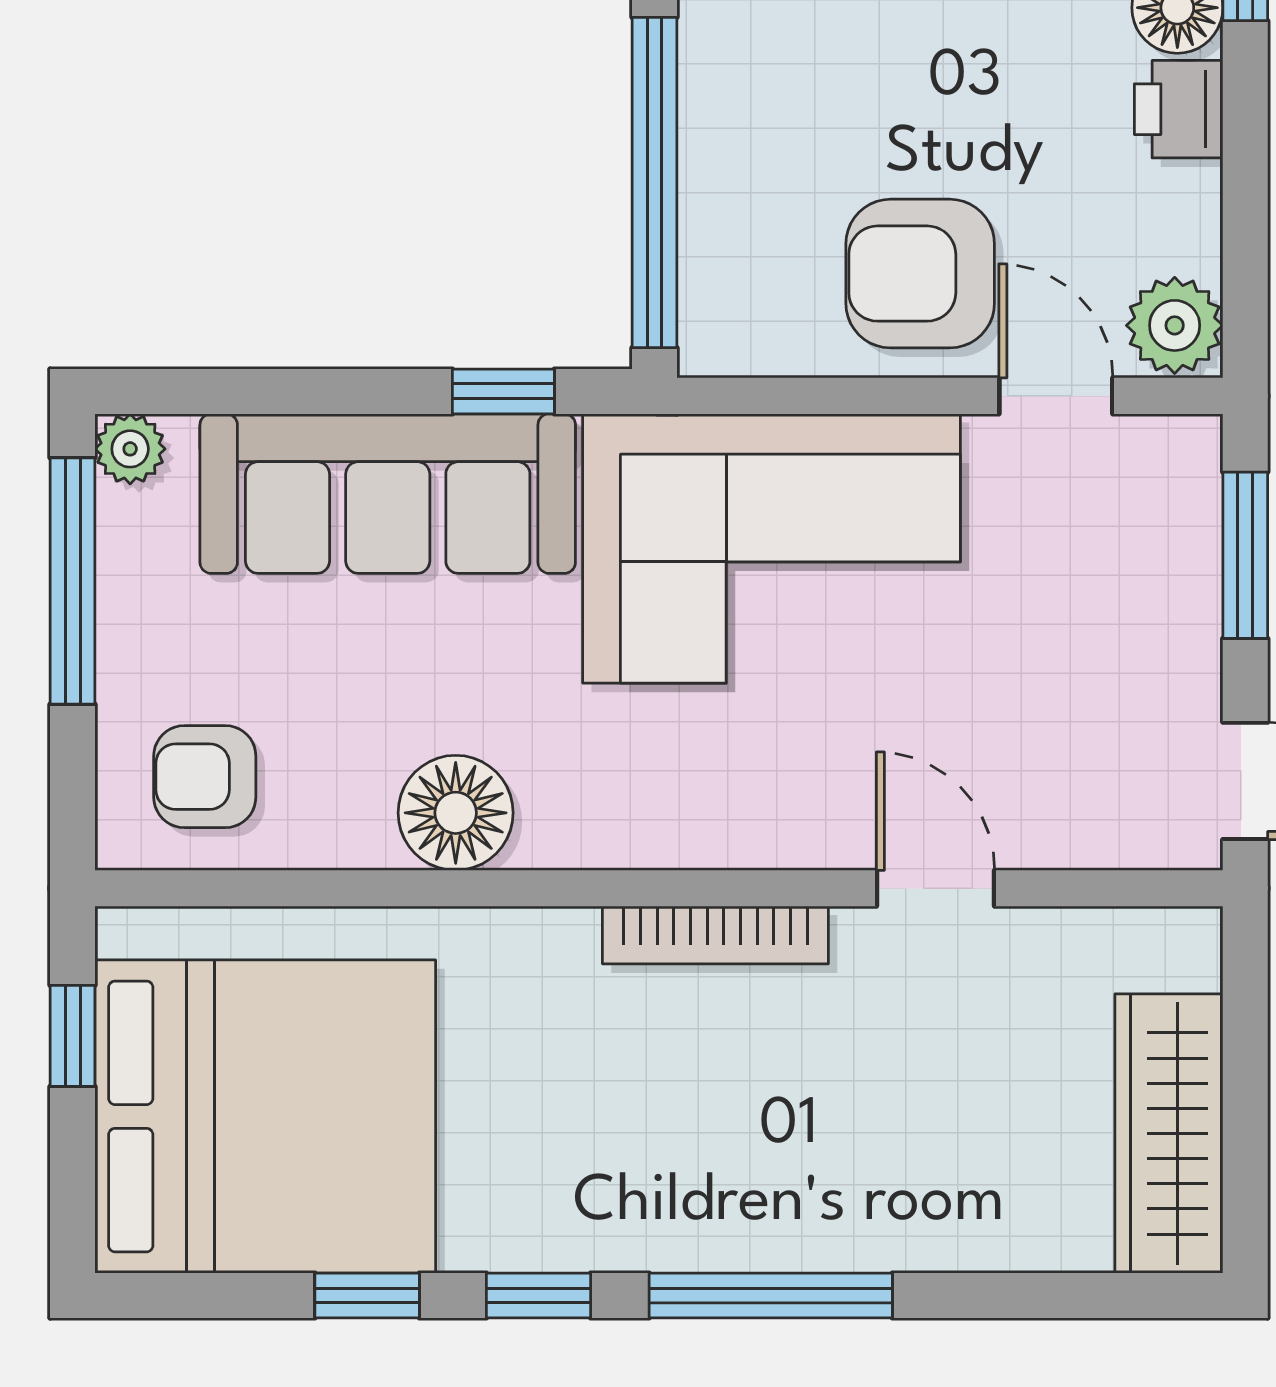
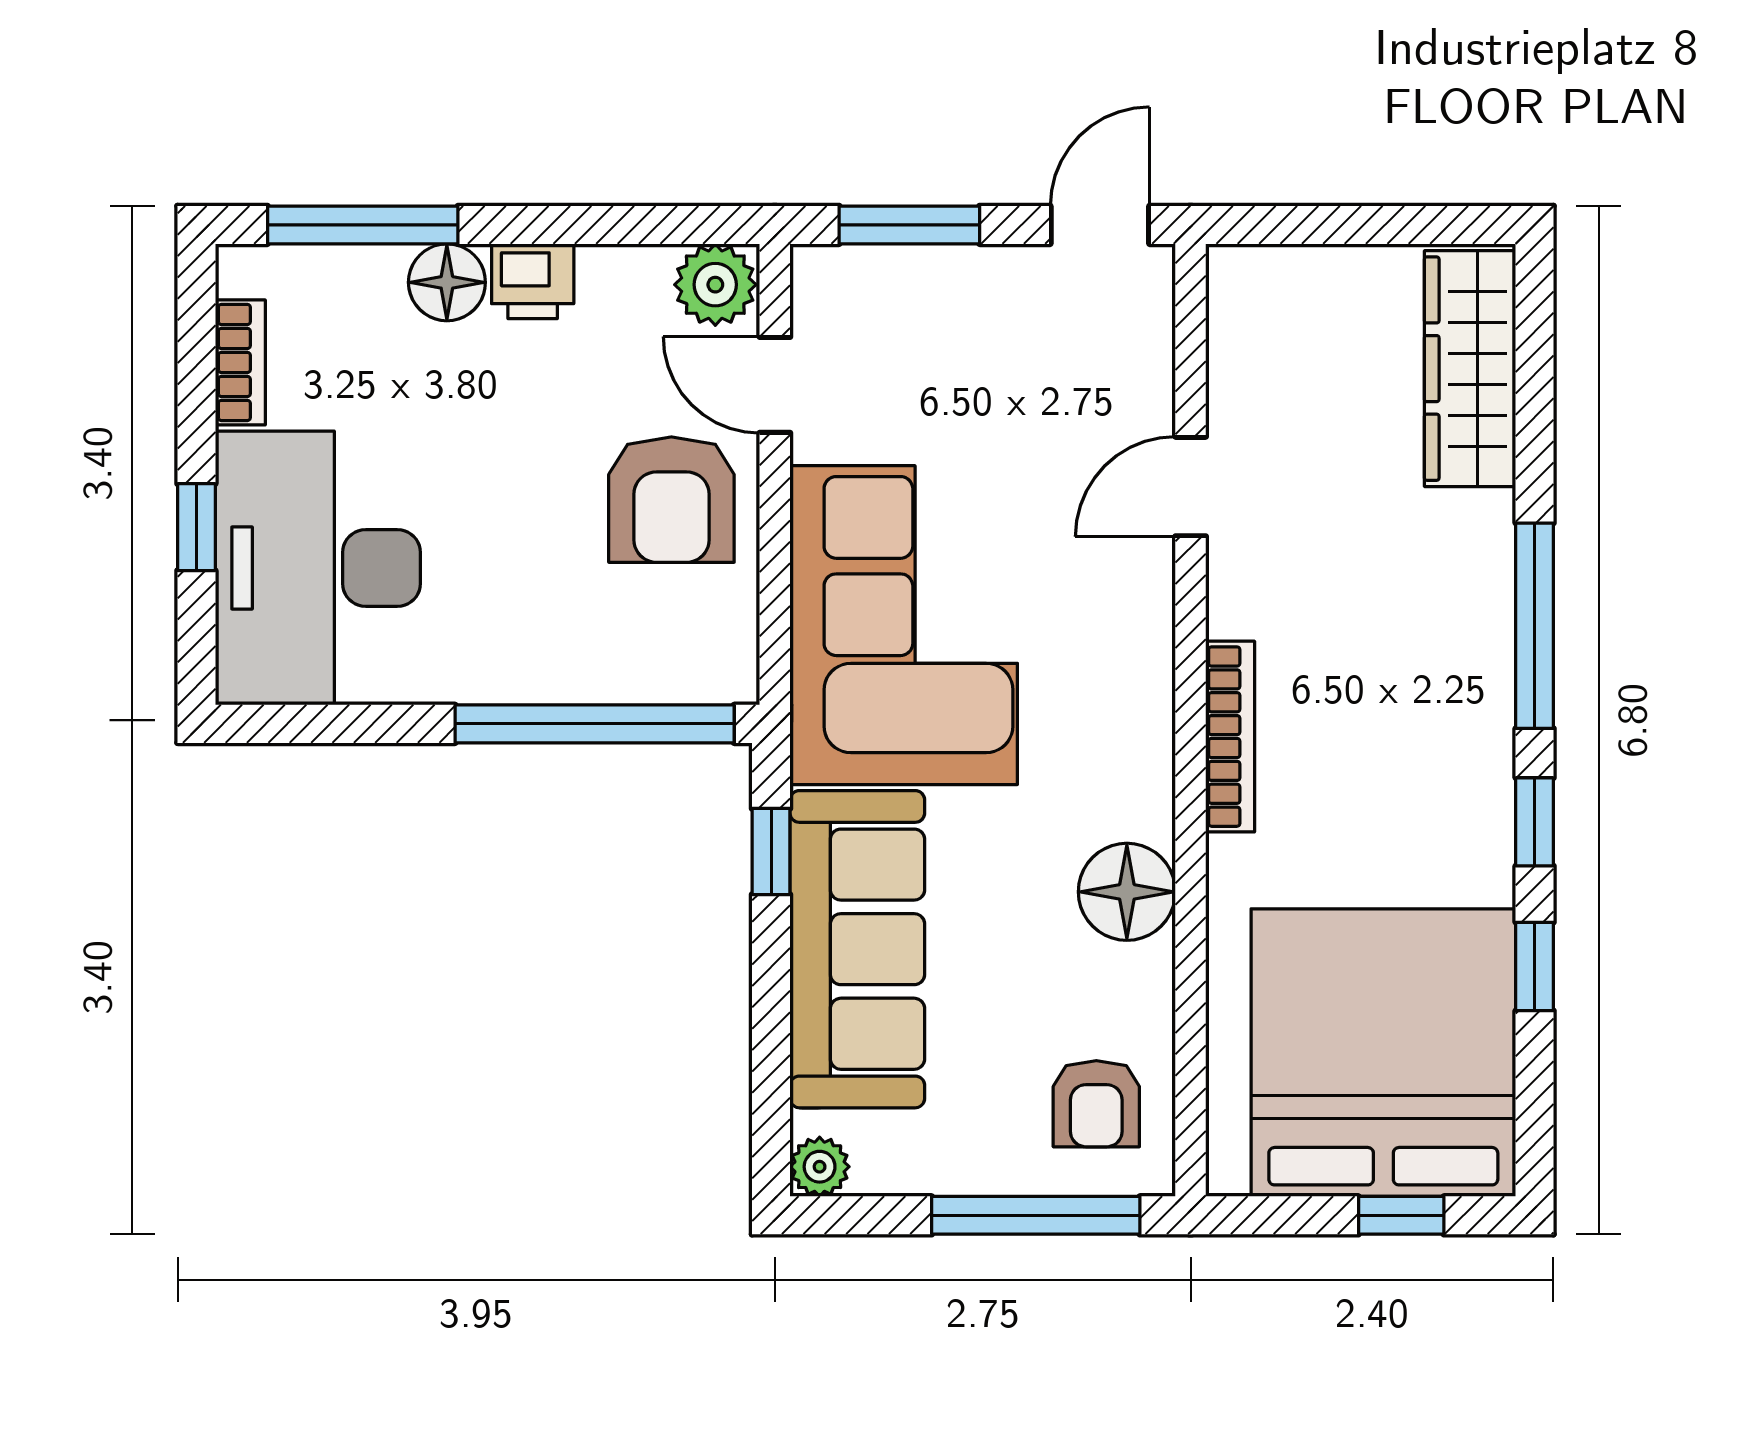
door: (1056, 396) -> (775, 385), hinge flipped
window: (73, 581) -> (1036, 1215), moved
bookcase: (715, 935) -> (1230, 737), moved
window: (73, 1036) -> (1401, 1215), moved
wardrobe: (1169, 1133) -> (1470, 369), moved, turned 90

